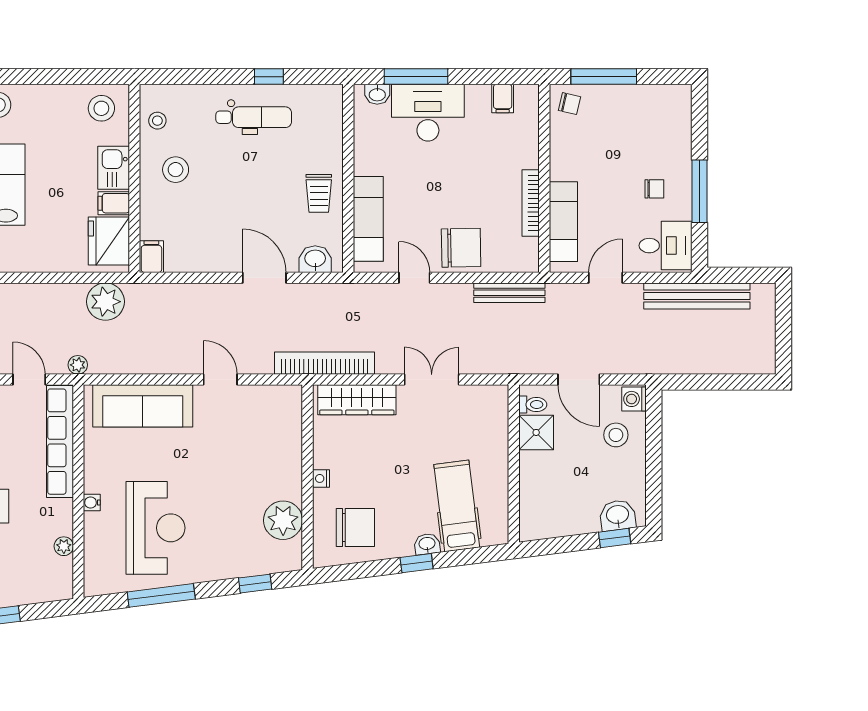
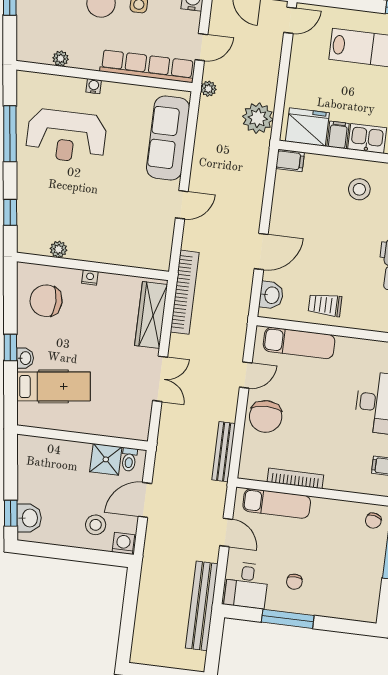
plant: (283, 520) -> (58, 249), width x0.53, depth x0.53
chair: (355, 527) -> (46, 301), turned 90

